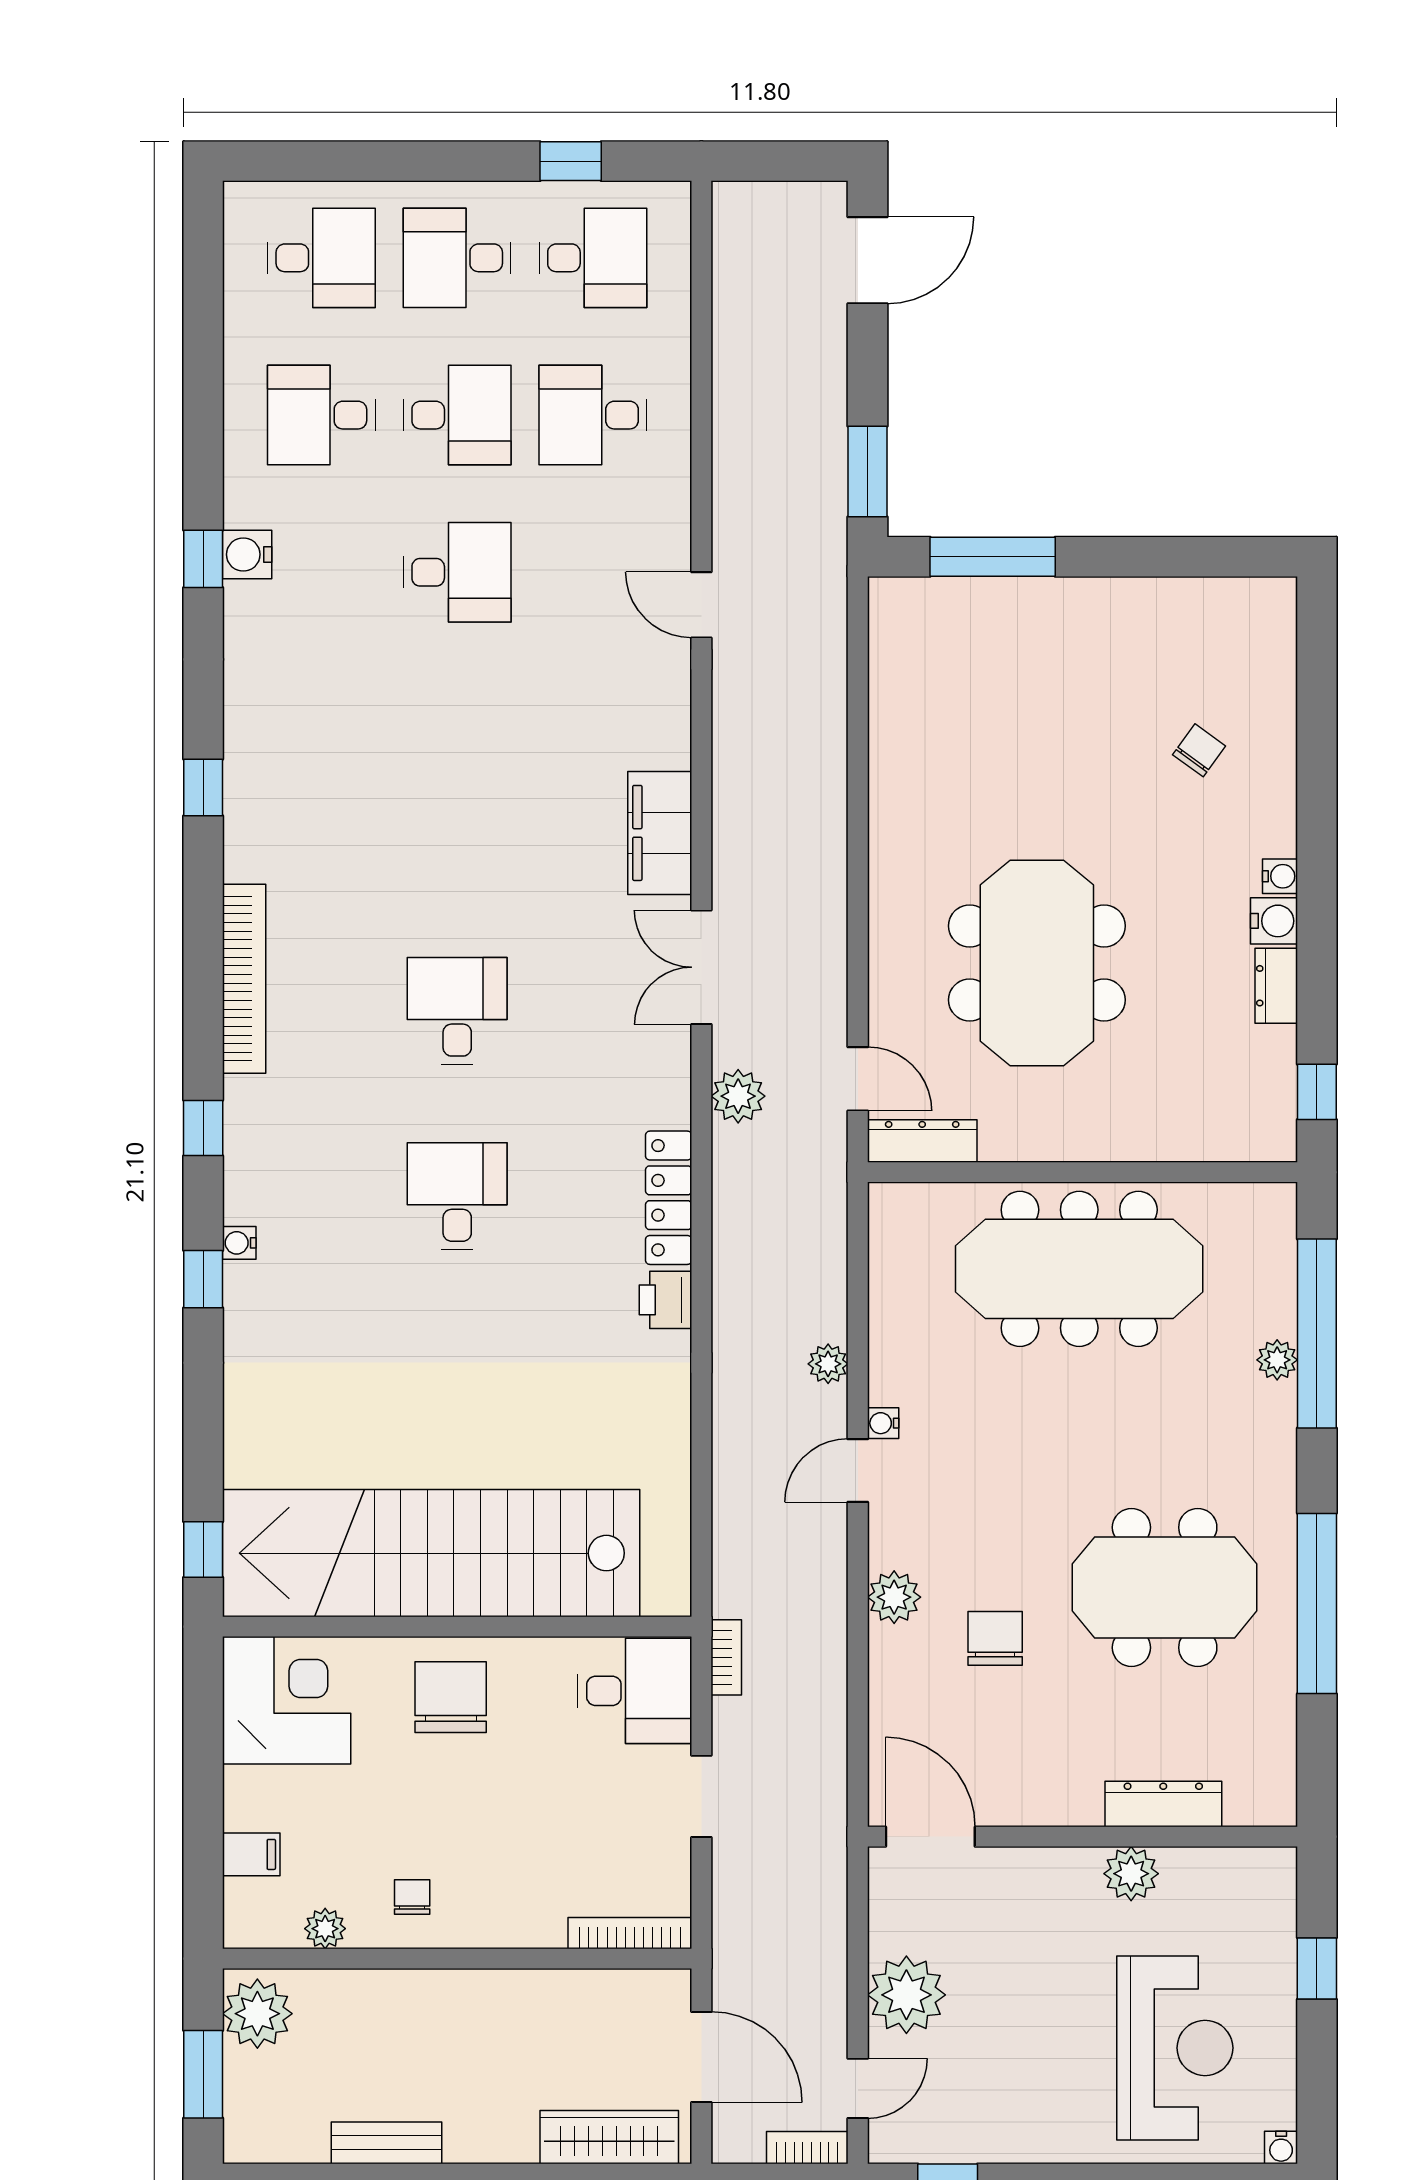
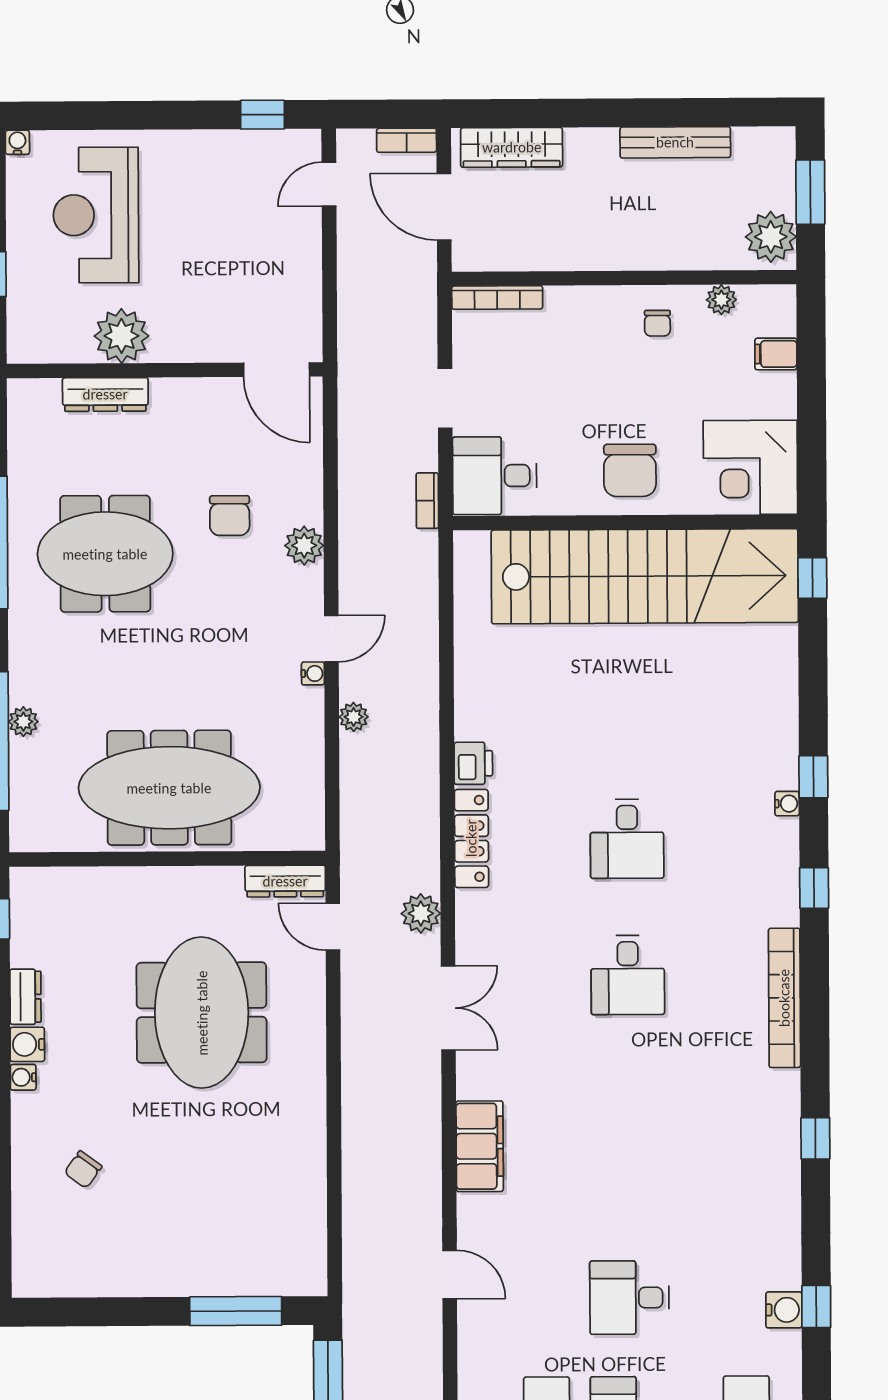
filing cabinet: (660, 833) -> (480, 1146), moved
plant: (1131, 1874) -> (121, 336), width x1.36, depth x1.36
plant: (906, 1995) -> (293, 253), removed
bench: (387, 2143) -> (675, 142), width x1.36
bookcase: (807, 2148) -> (407, 140), moved

